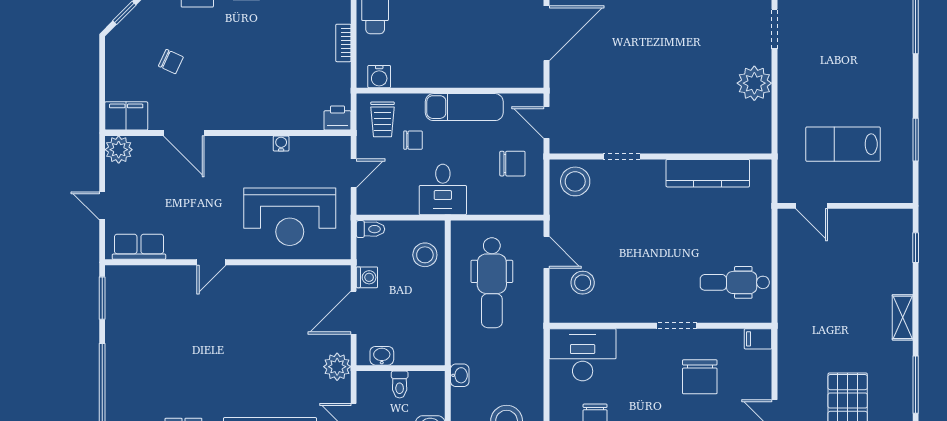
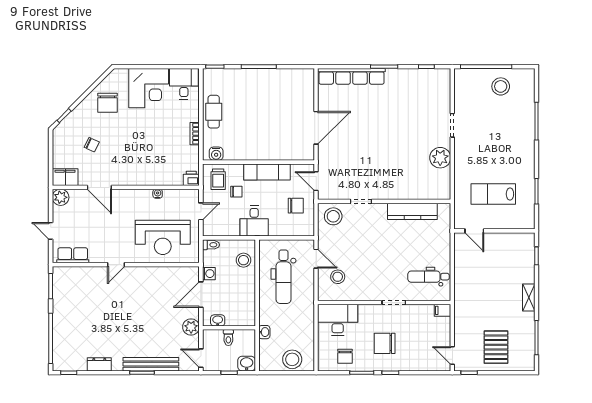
chair: (700, 377) -> (385, 343), moved, turned 90

